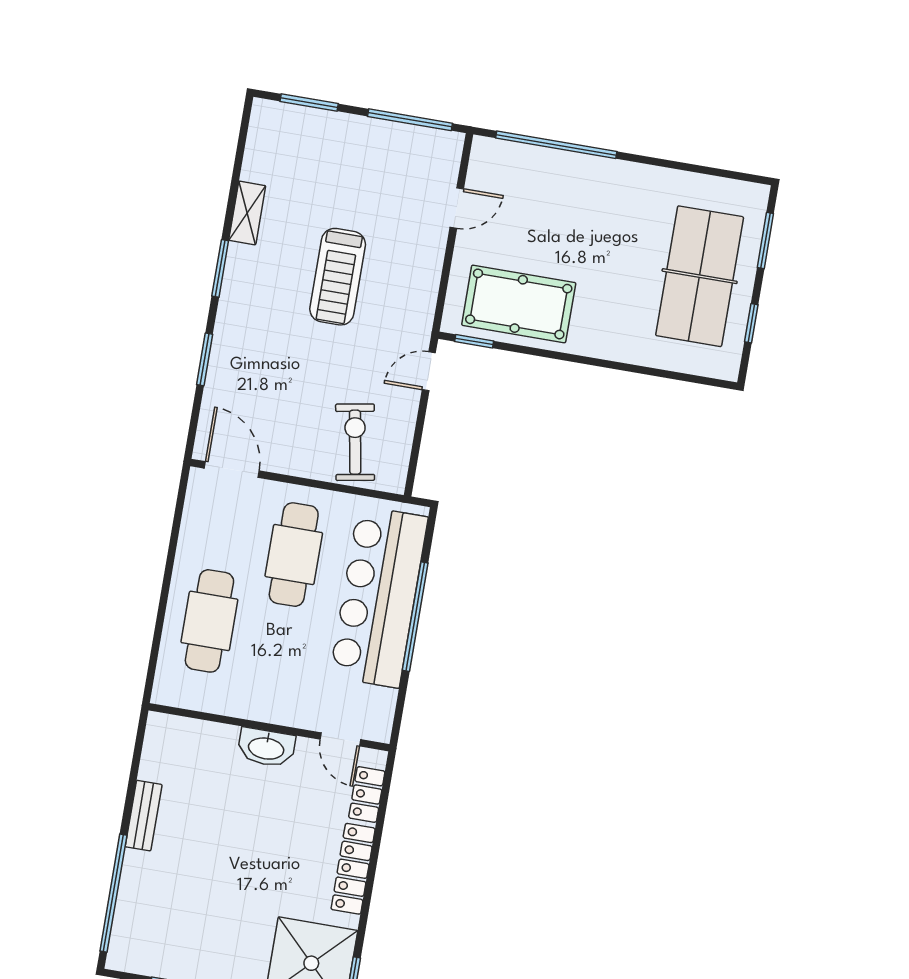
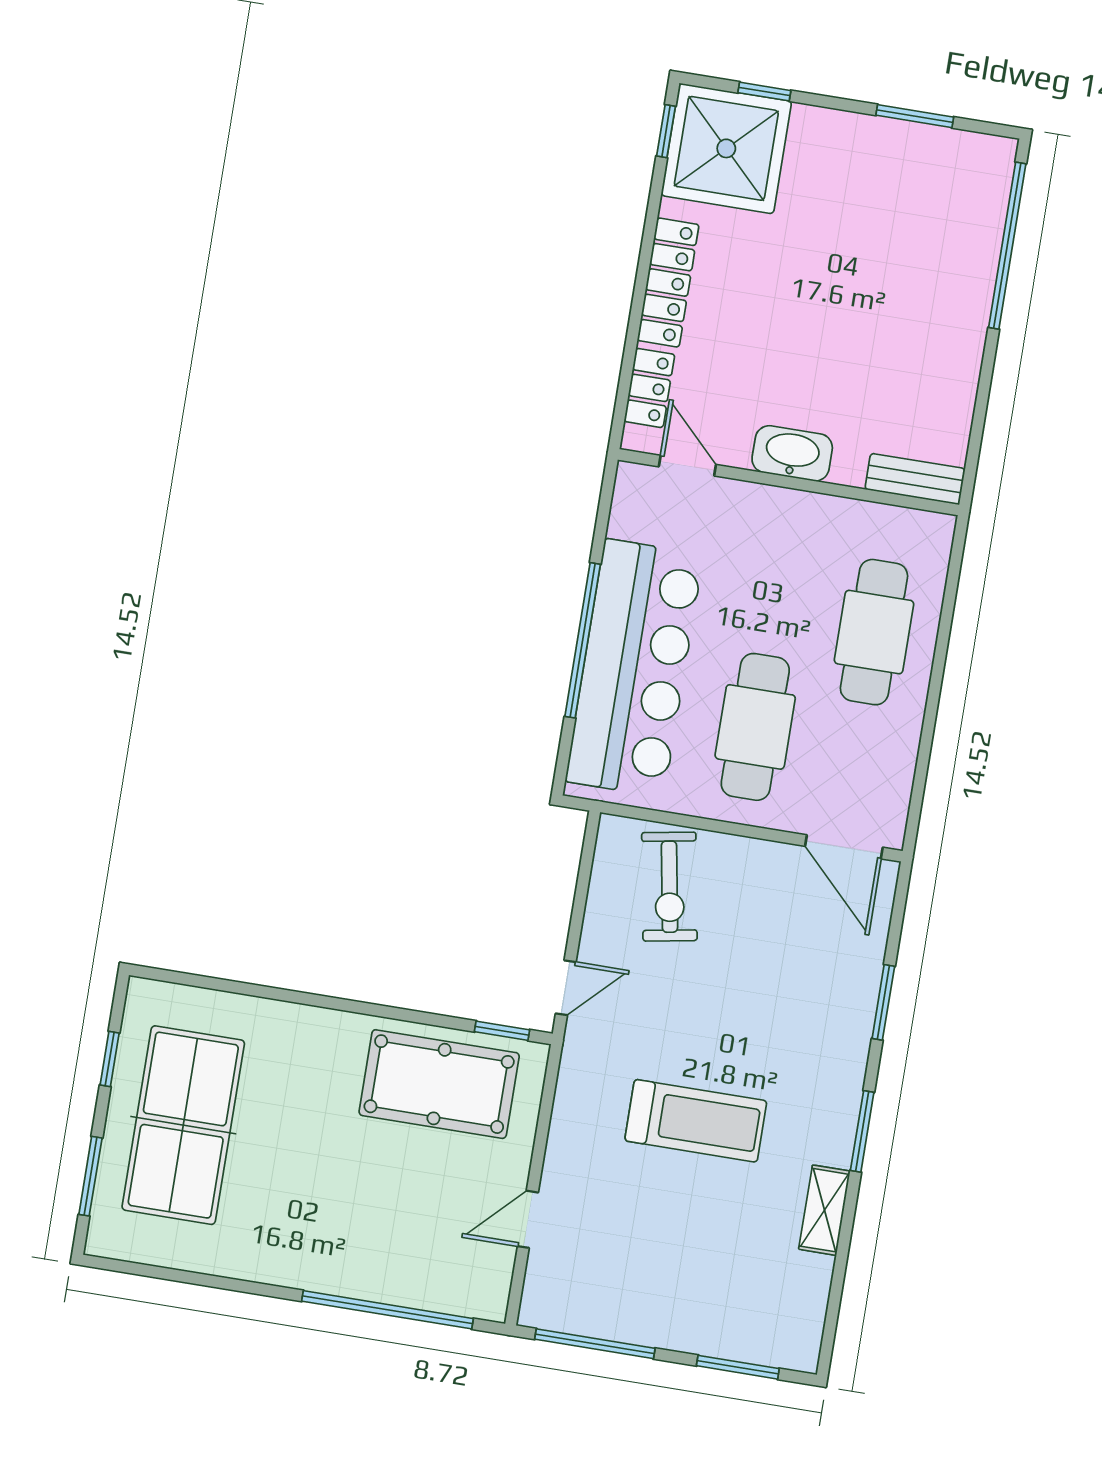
treadmill: (338, 277) -> (696, 1121), turned 90
bench: (144, 816) -> (915, 479), moved, turned 90

